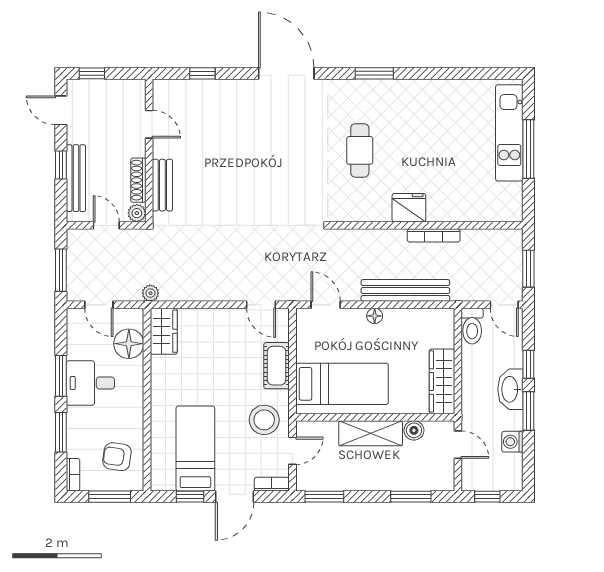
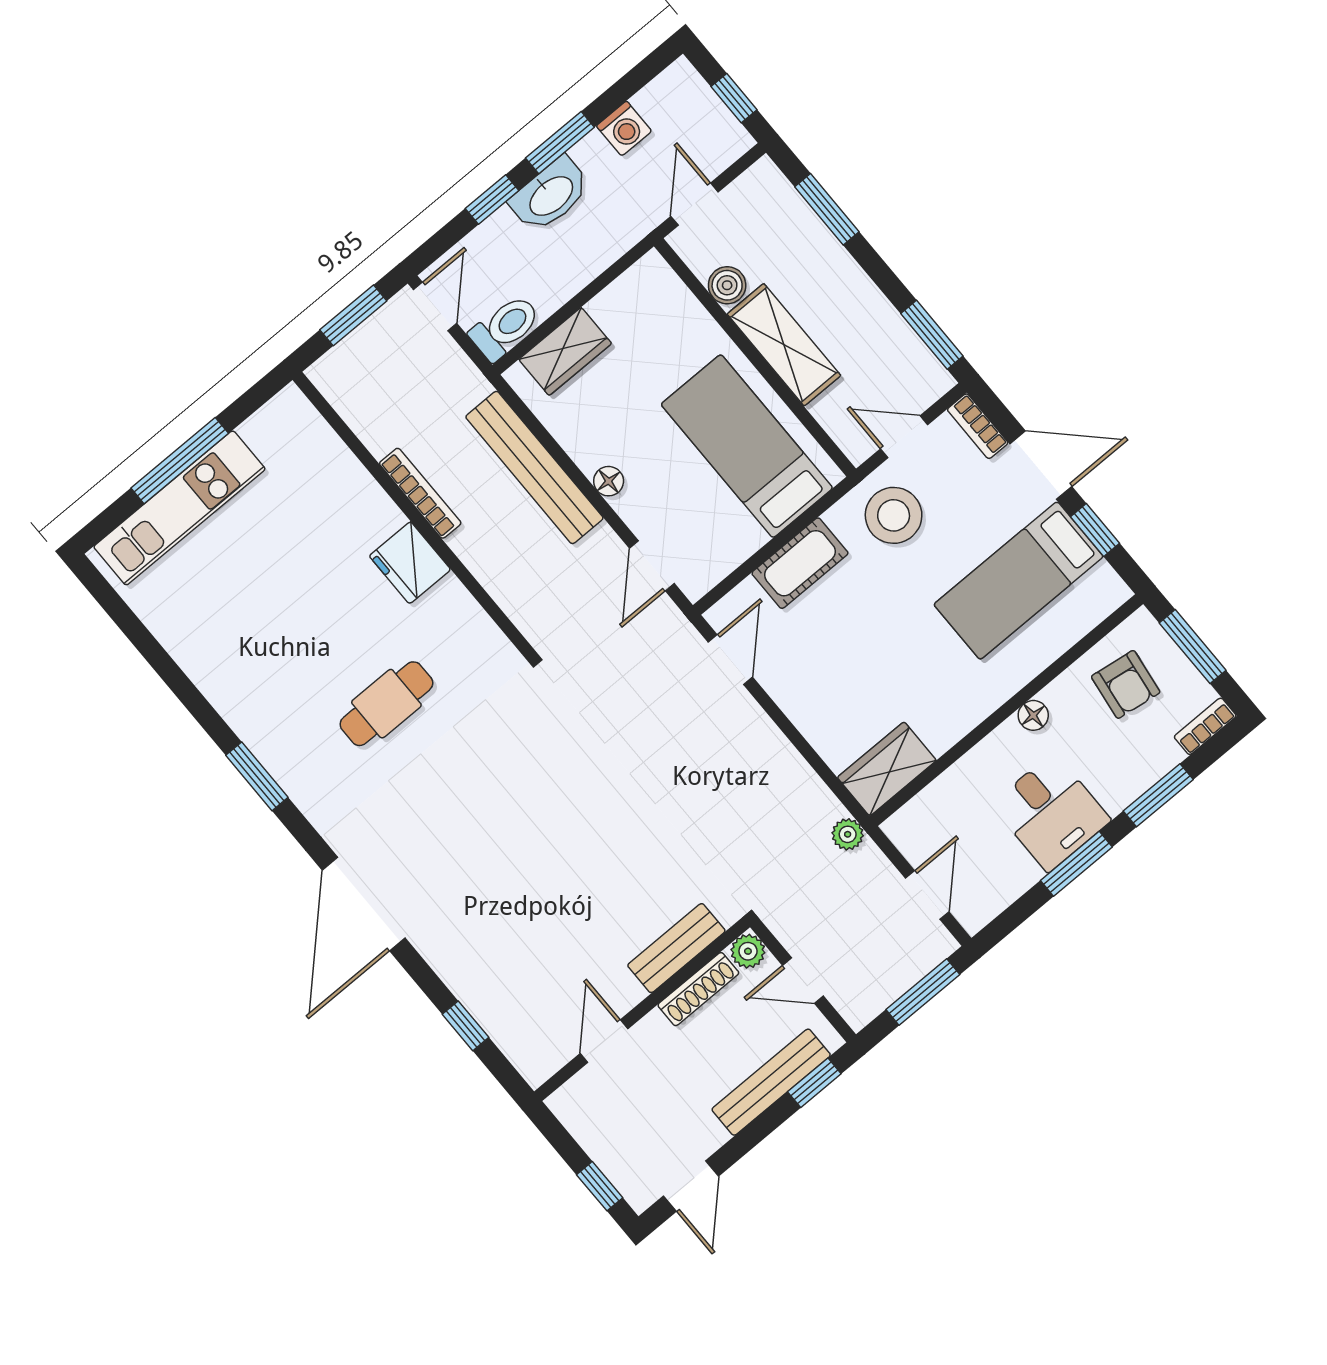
window: (61, 165) -> (814, 1083), moved
door: (106, 225) -> (803, 981), hinge flipped
floor lamp: (129, 344) -> (1033, 715), moved, width x0.53, depth x0.53
wardrobe: (442, 381) -> (565, 351), moved, width x0.67

